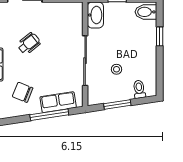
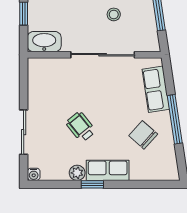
chair: (23, 92) -> (143, 135), turned 110
window: (49, 115) -> (175, 119), moved

